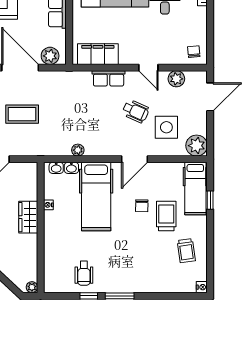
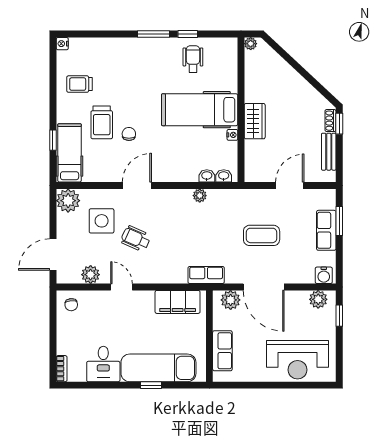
row of seats: (109, 78) -> (206, 275), moved
hospital bed: (96, 197) -> (200, 110), moved, turned -90
trolley: (186, 251) -> (79, 84), turned -82

